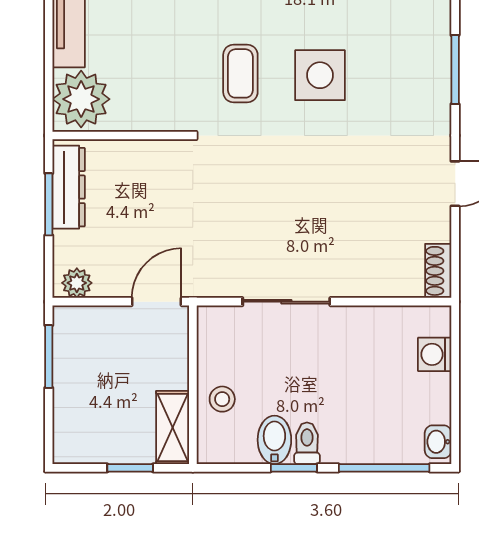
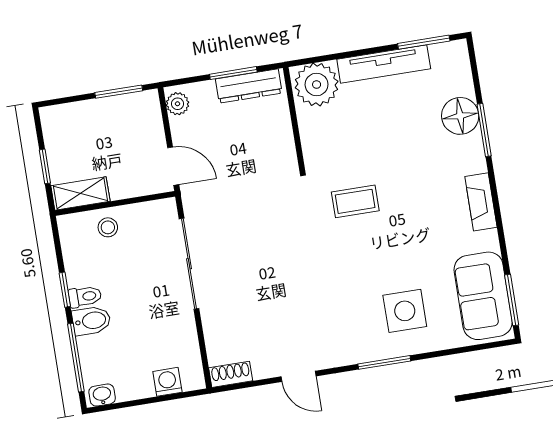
side table: (320, 75) -> (405, 311), moved
sliding door: (286, 302) -> (189, 264), width x1.37
bidet: (274, 440) -> (91, 321), moved

